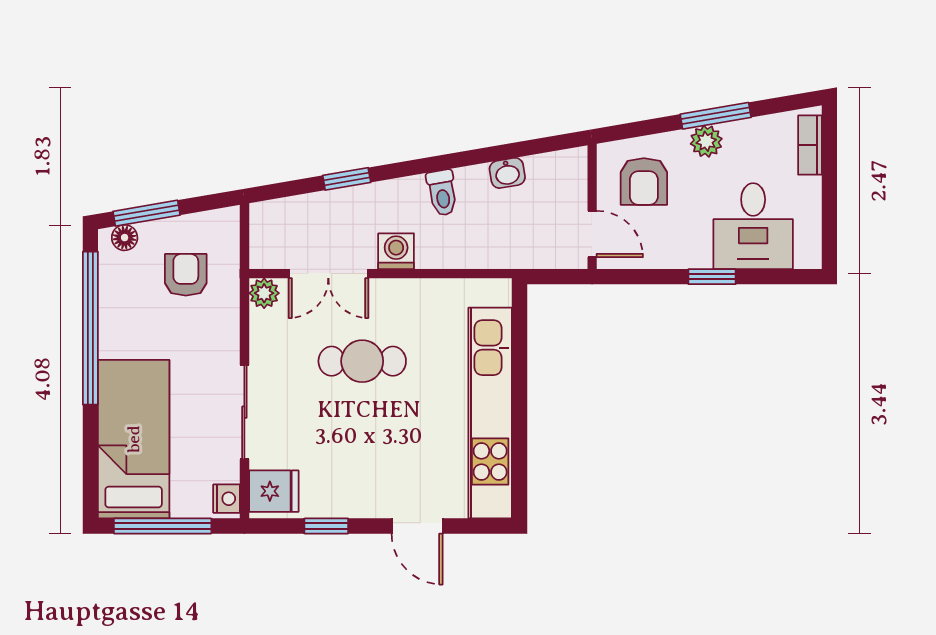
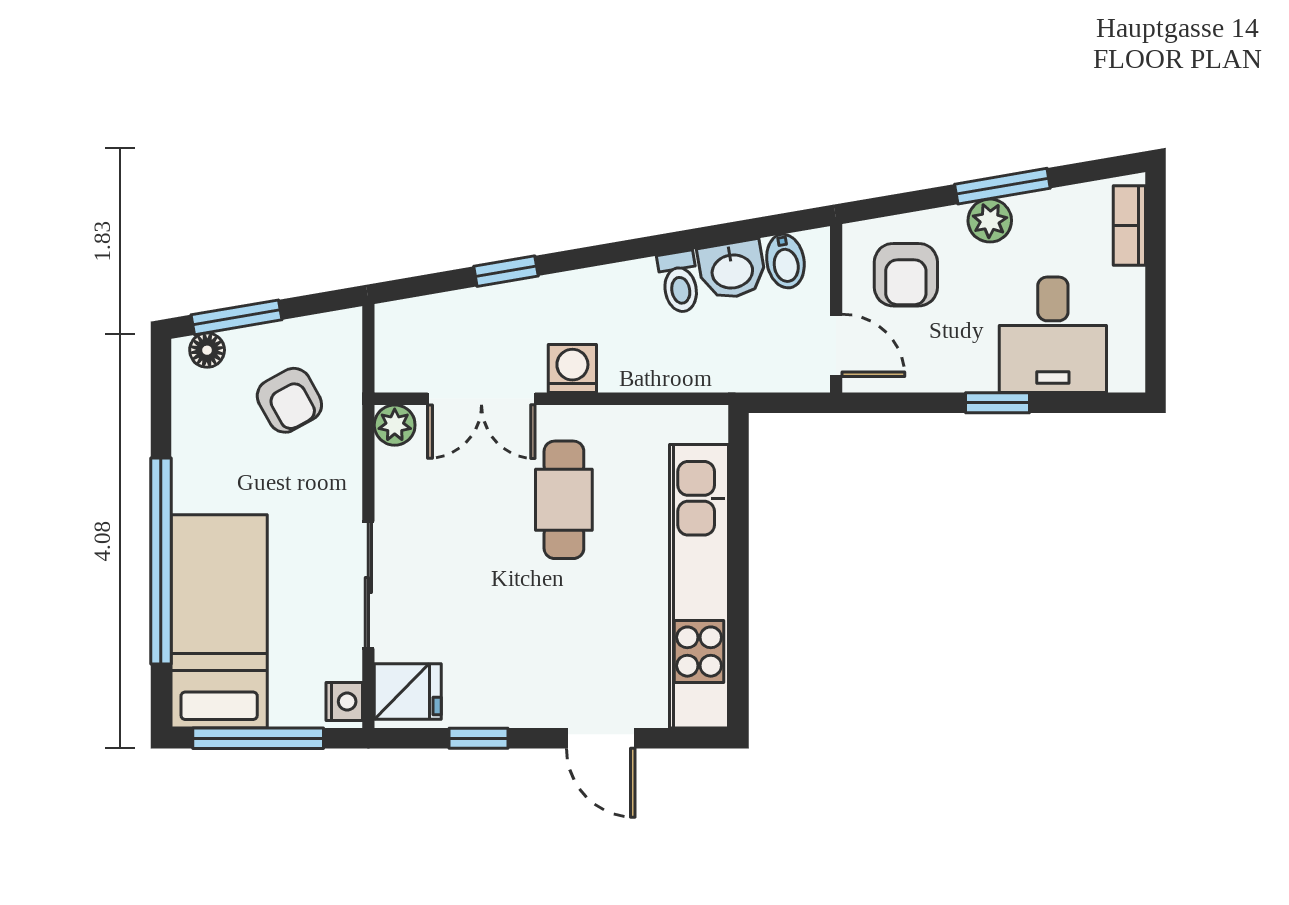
bidet: (554, 171) -> (785, 261), added
washbasin: (507, 173) -> (732, 270), width x1.38, depth x1.45
toilet: (442, 193) -> (679, 282), moved
armchair: (186, 275) -> (289, 400), turned 151
window: (90, 328) -> (161, 561), moved
cafe table: (362, 361) -> (564, 500), moved, turned 90

